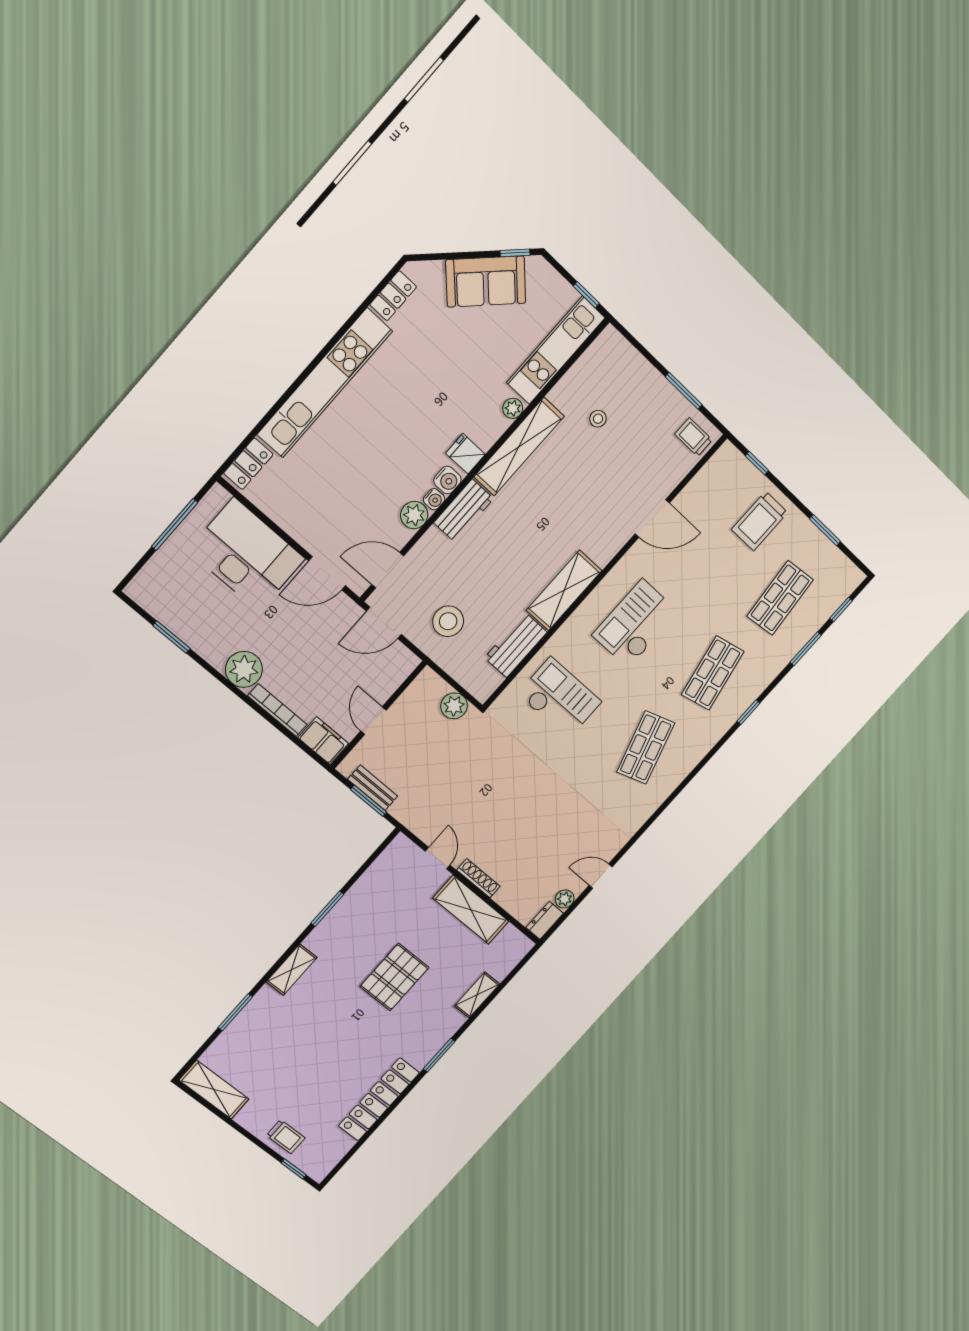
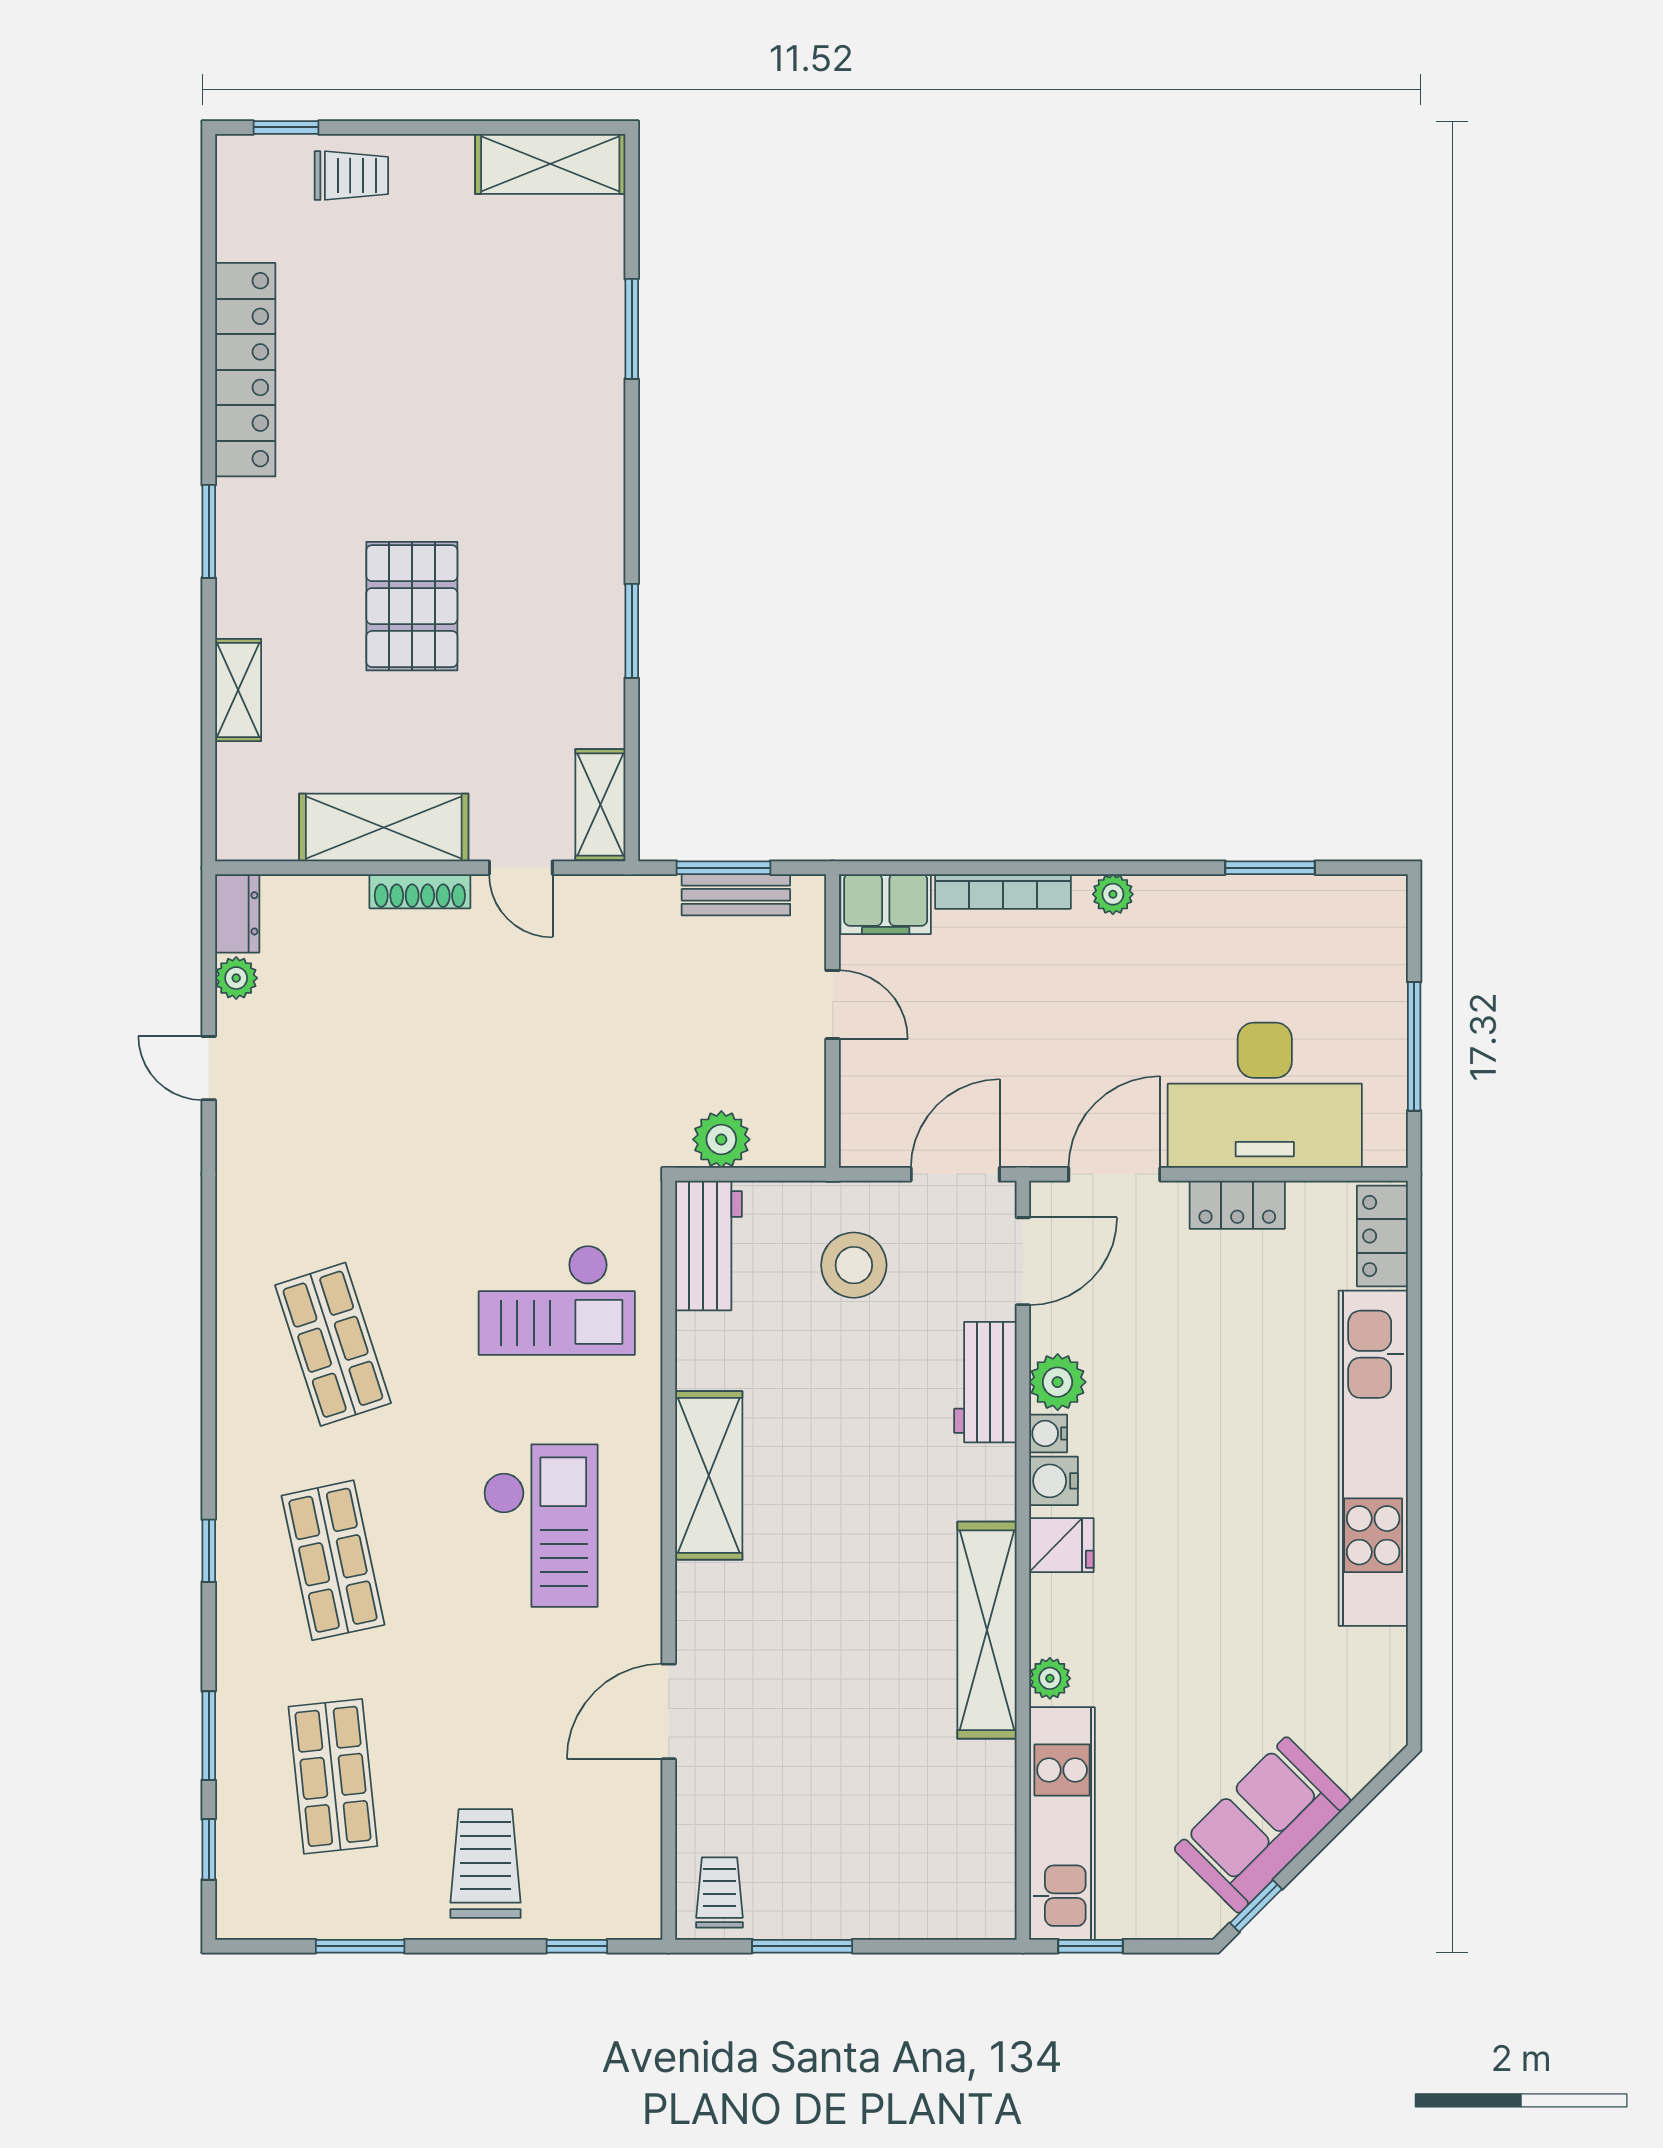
locker: (393, 296) -> (1237, 1205), moved, turned -90
stool: (598, 419) -> (900, 1783), removed
trolley: (694, 437) -> (720, 1892), turned -90
workbench: (464, 511) -> (985, 1382), moved
workbench: (516, 645) -> (708, 1245), moved
plant: (244, 669) -> (1113, 894), width x0.53, depth x0.53
door: (601, 876) -> (209, 1068), swing flipped
shelving: (292, 970) -> (600, 805), moved
trolley: (286, 1137) -> (351, 176), turned 180

